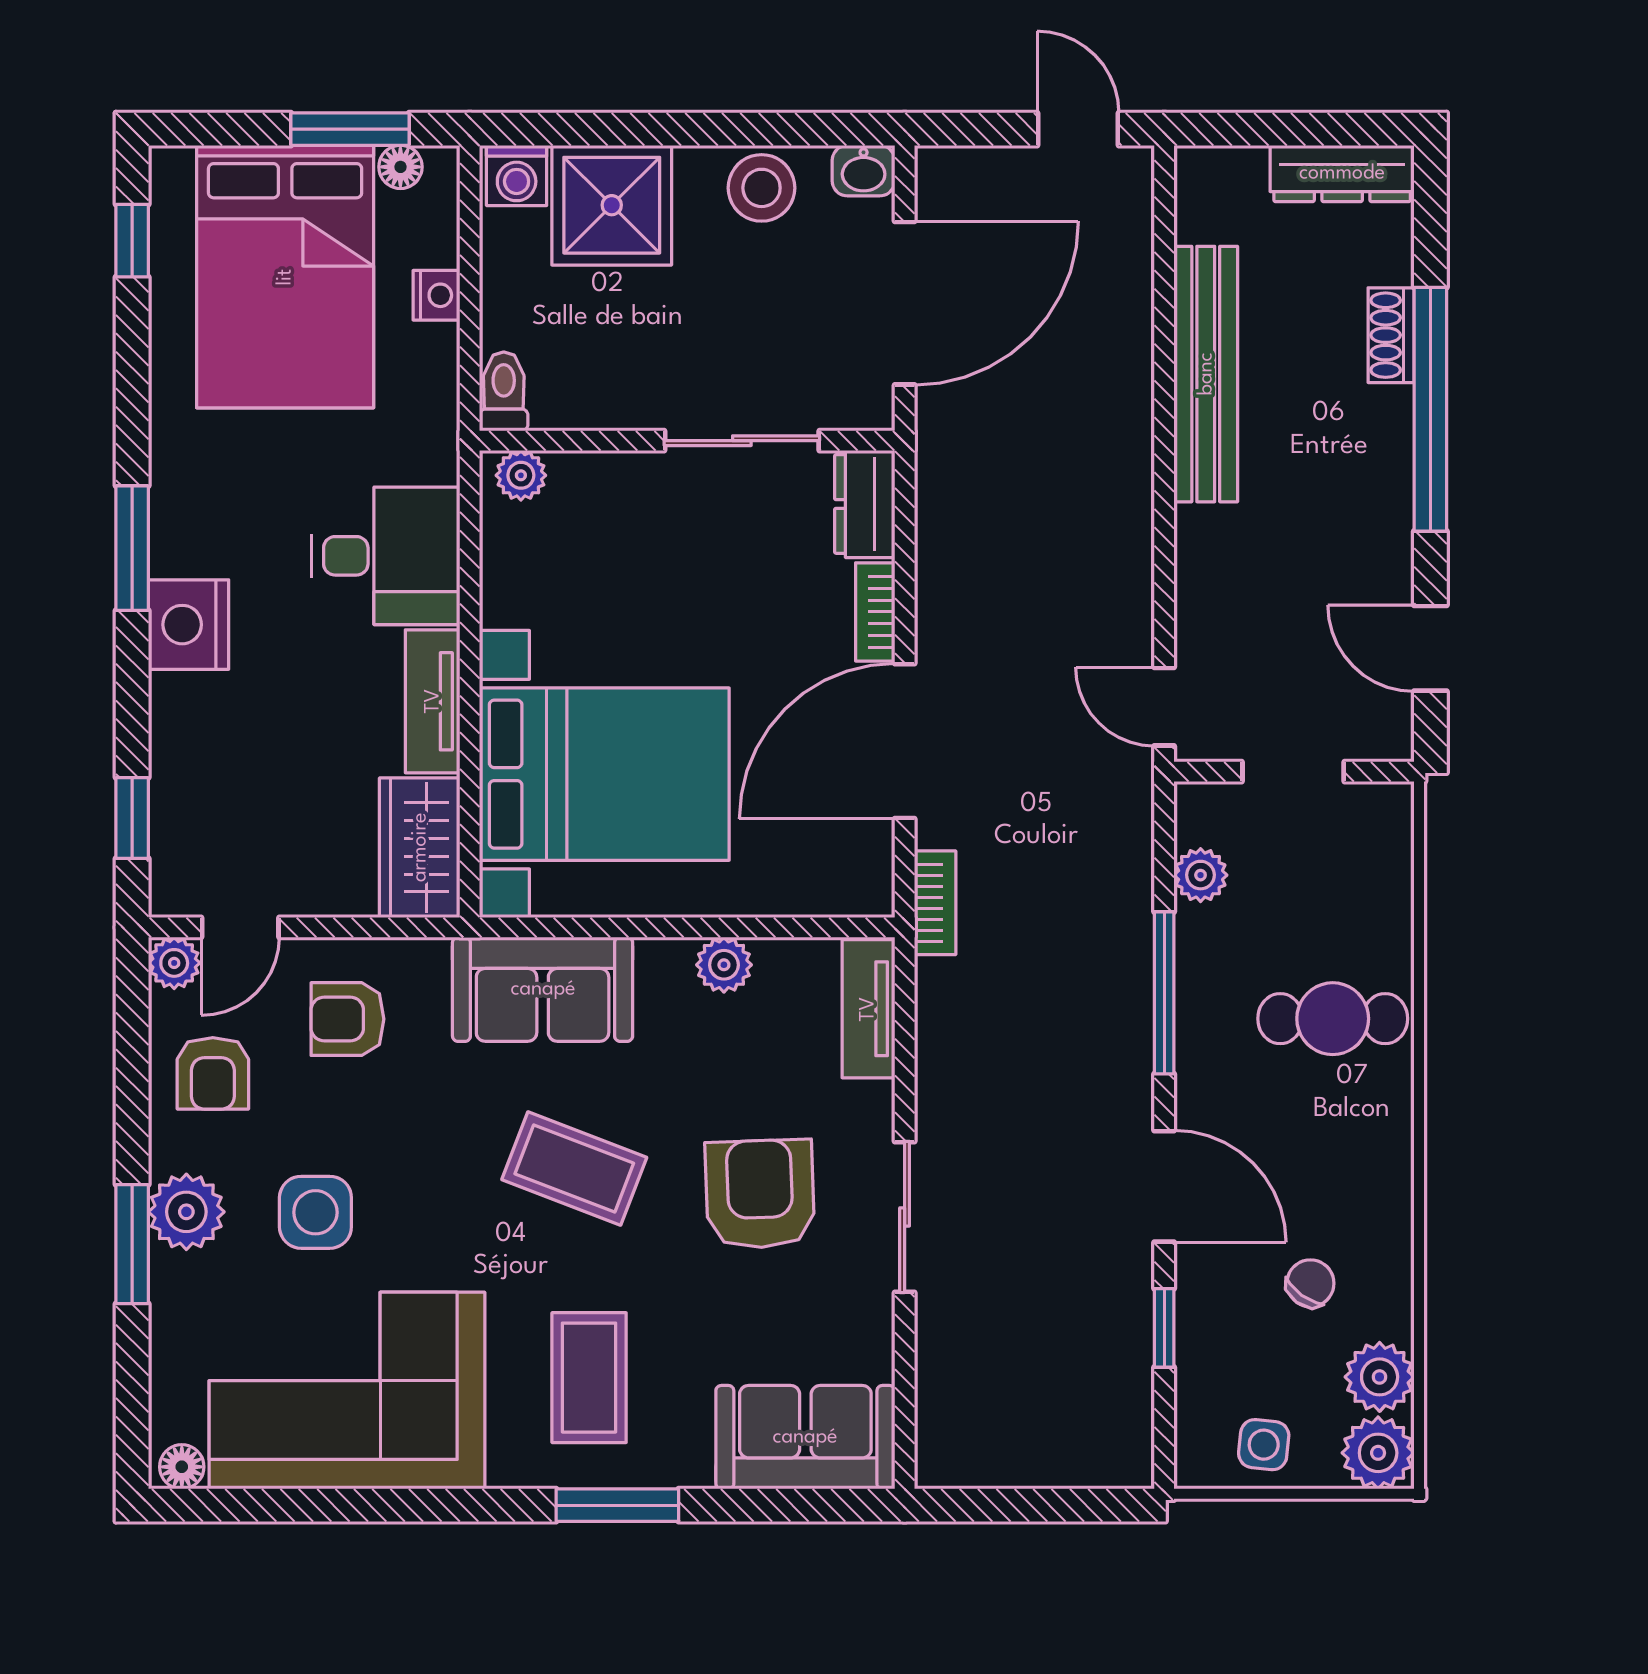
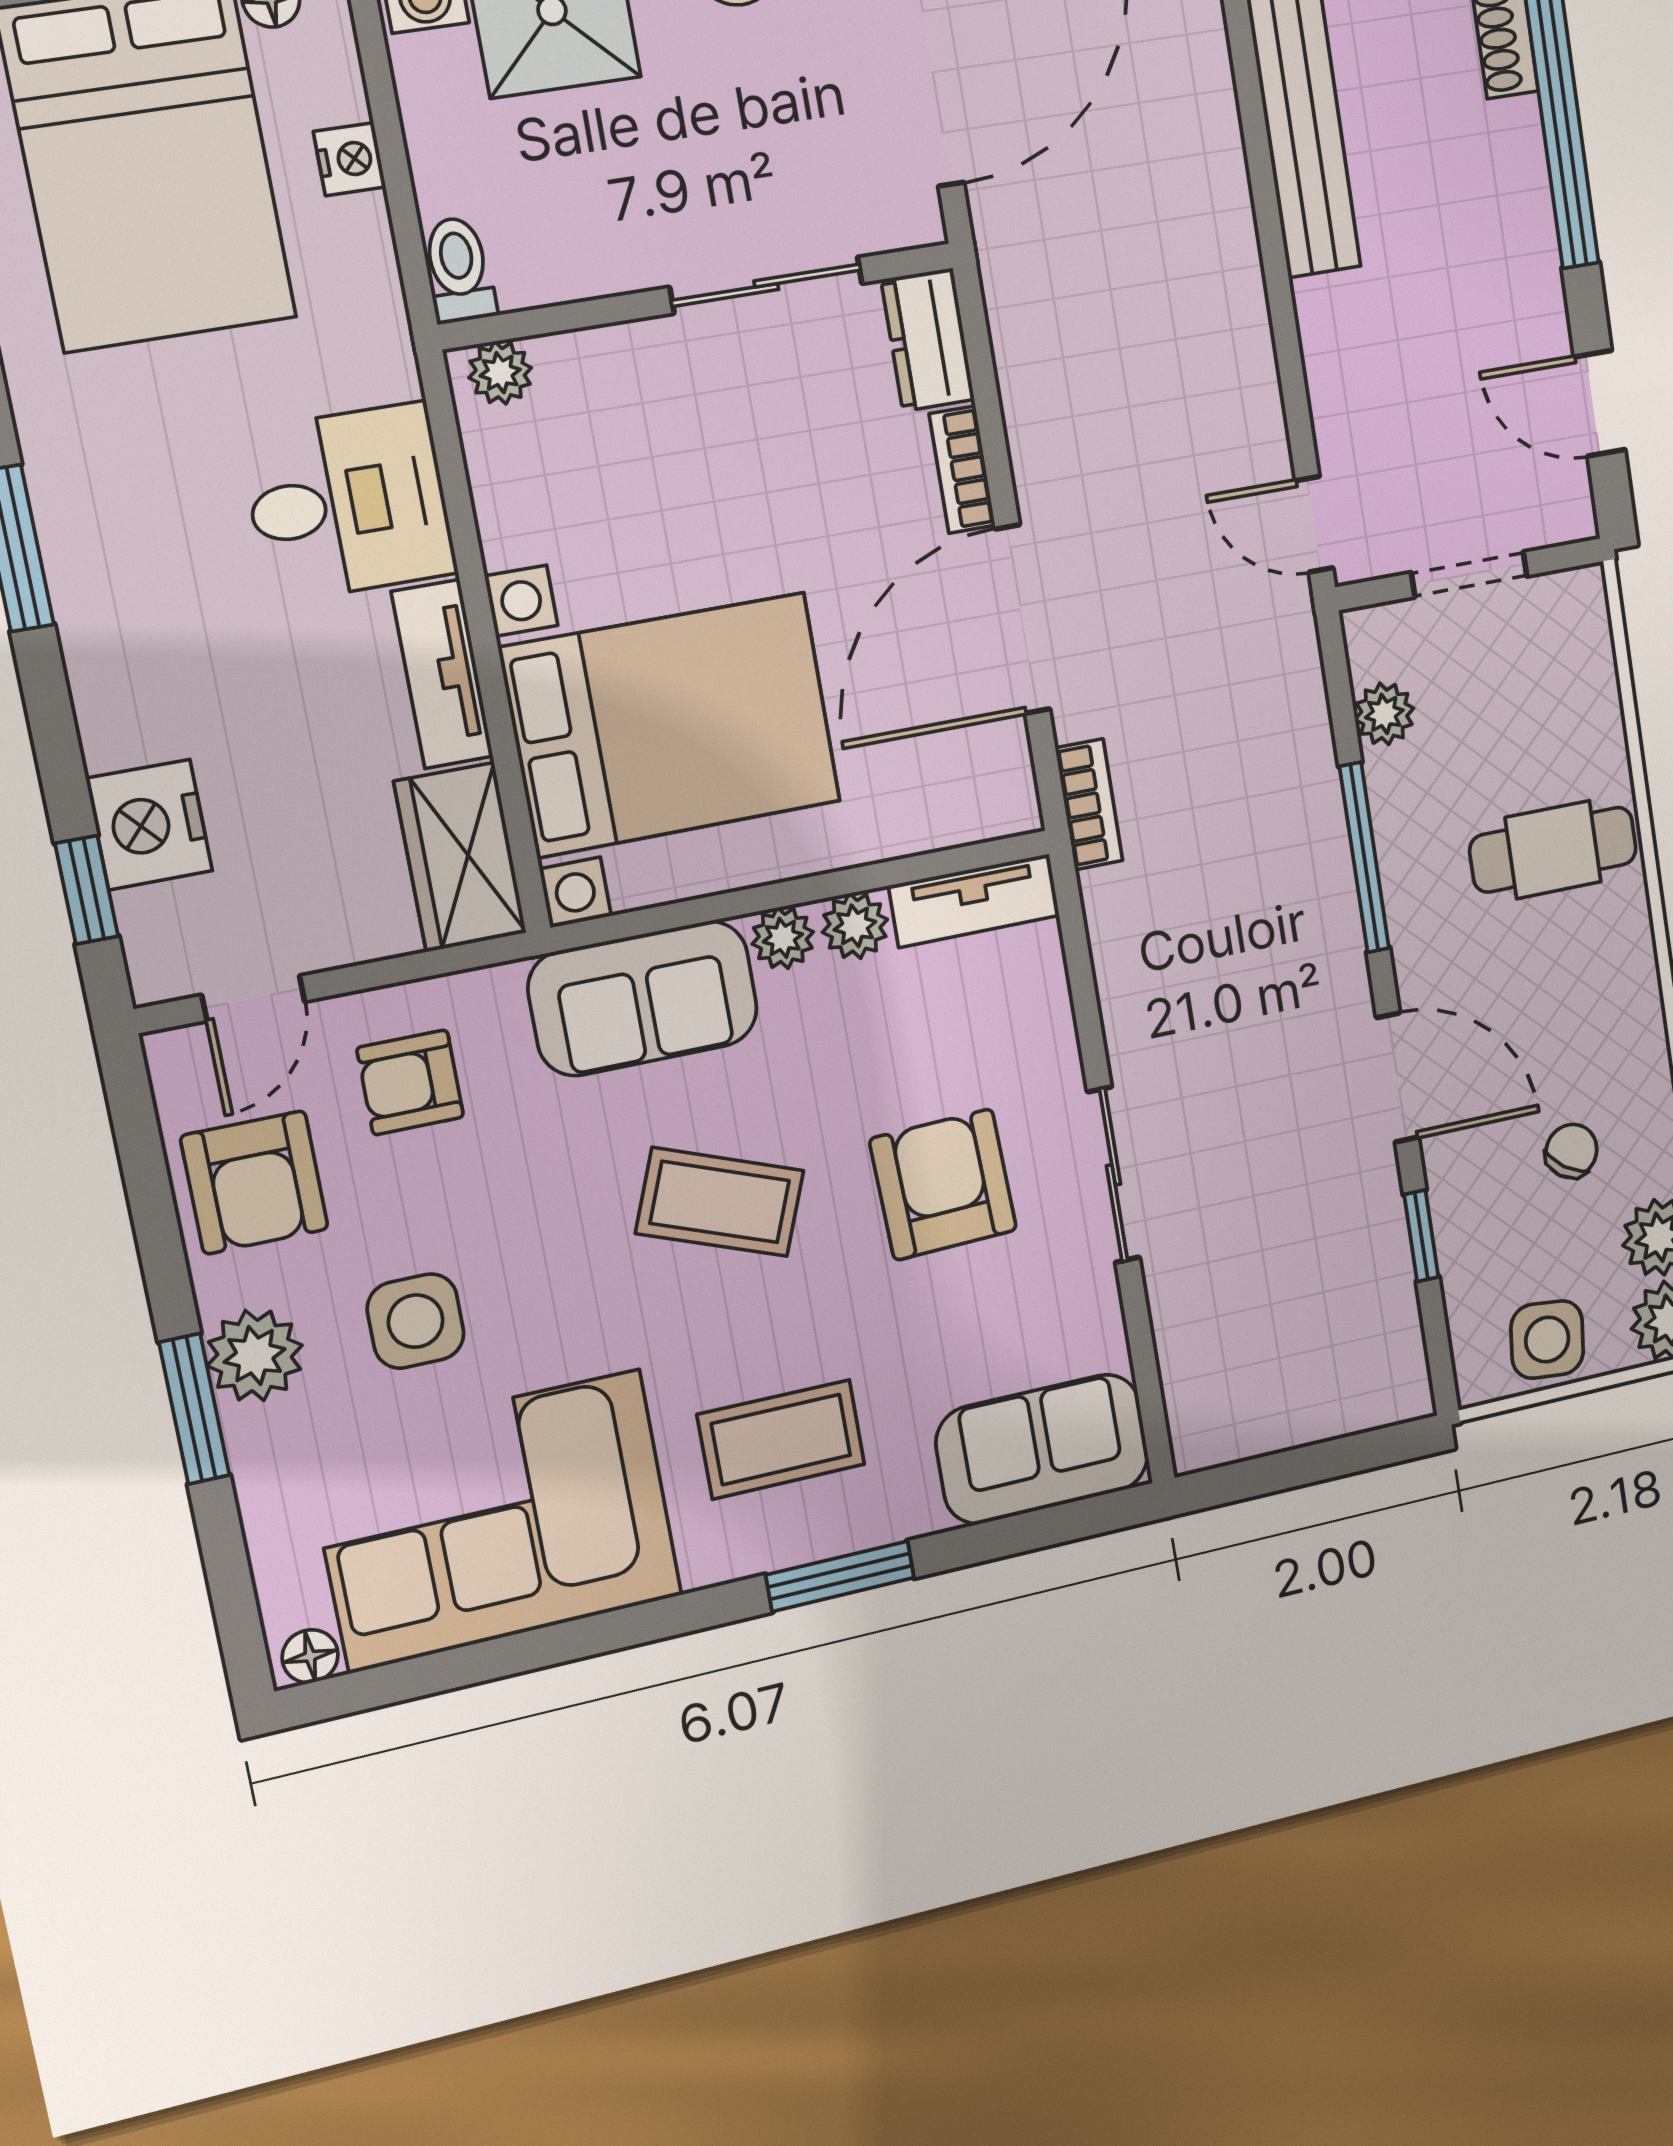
nightstand: (189, 625) -> (149, 825), moved
plant: (174, 963) -> (783, 938), moved
tv unit: (868, 1009) -> (974, 901), moved, turned -90
armchair: (213, 1073) -> (254, 1183), width x1.38, depth x1.38
coffee table: (589, 1378) -> (781, 1439), turned 90
side table: (1264, 1445) -> (1547, 1340), width x1.37, depth x1.37

